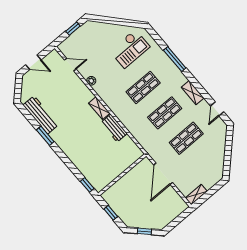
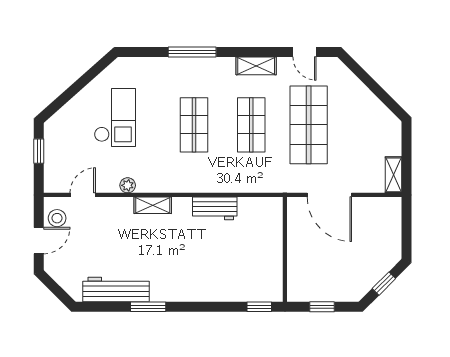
checkout: (130, 49) -> (115, 117), moved
stool: (50, 62) -> (57, 218), added
shelving: (99, 108) -> (153, 205), moved
shop shelf: (186, 138) -> (309, 125), width x1.43, depth x1.36

